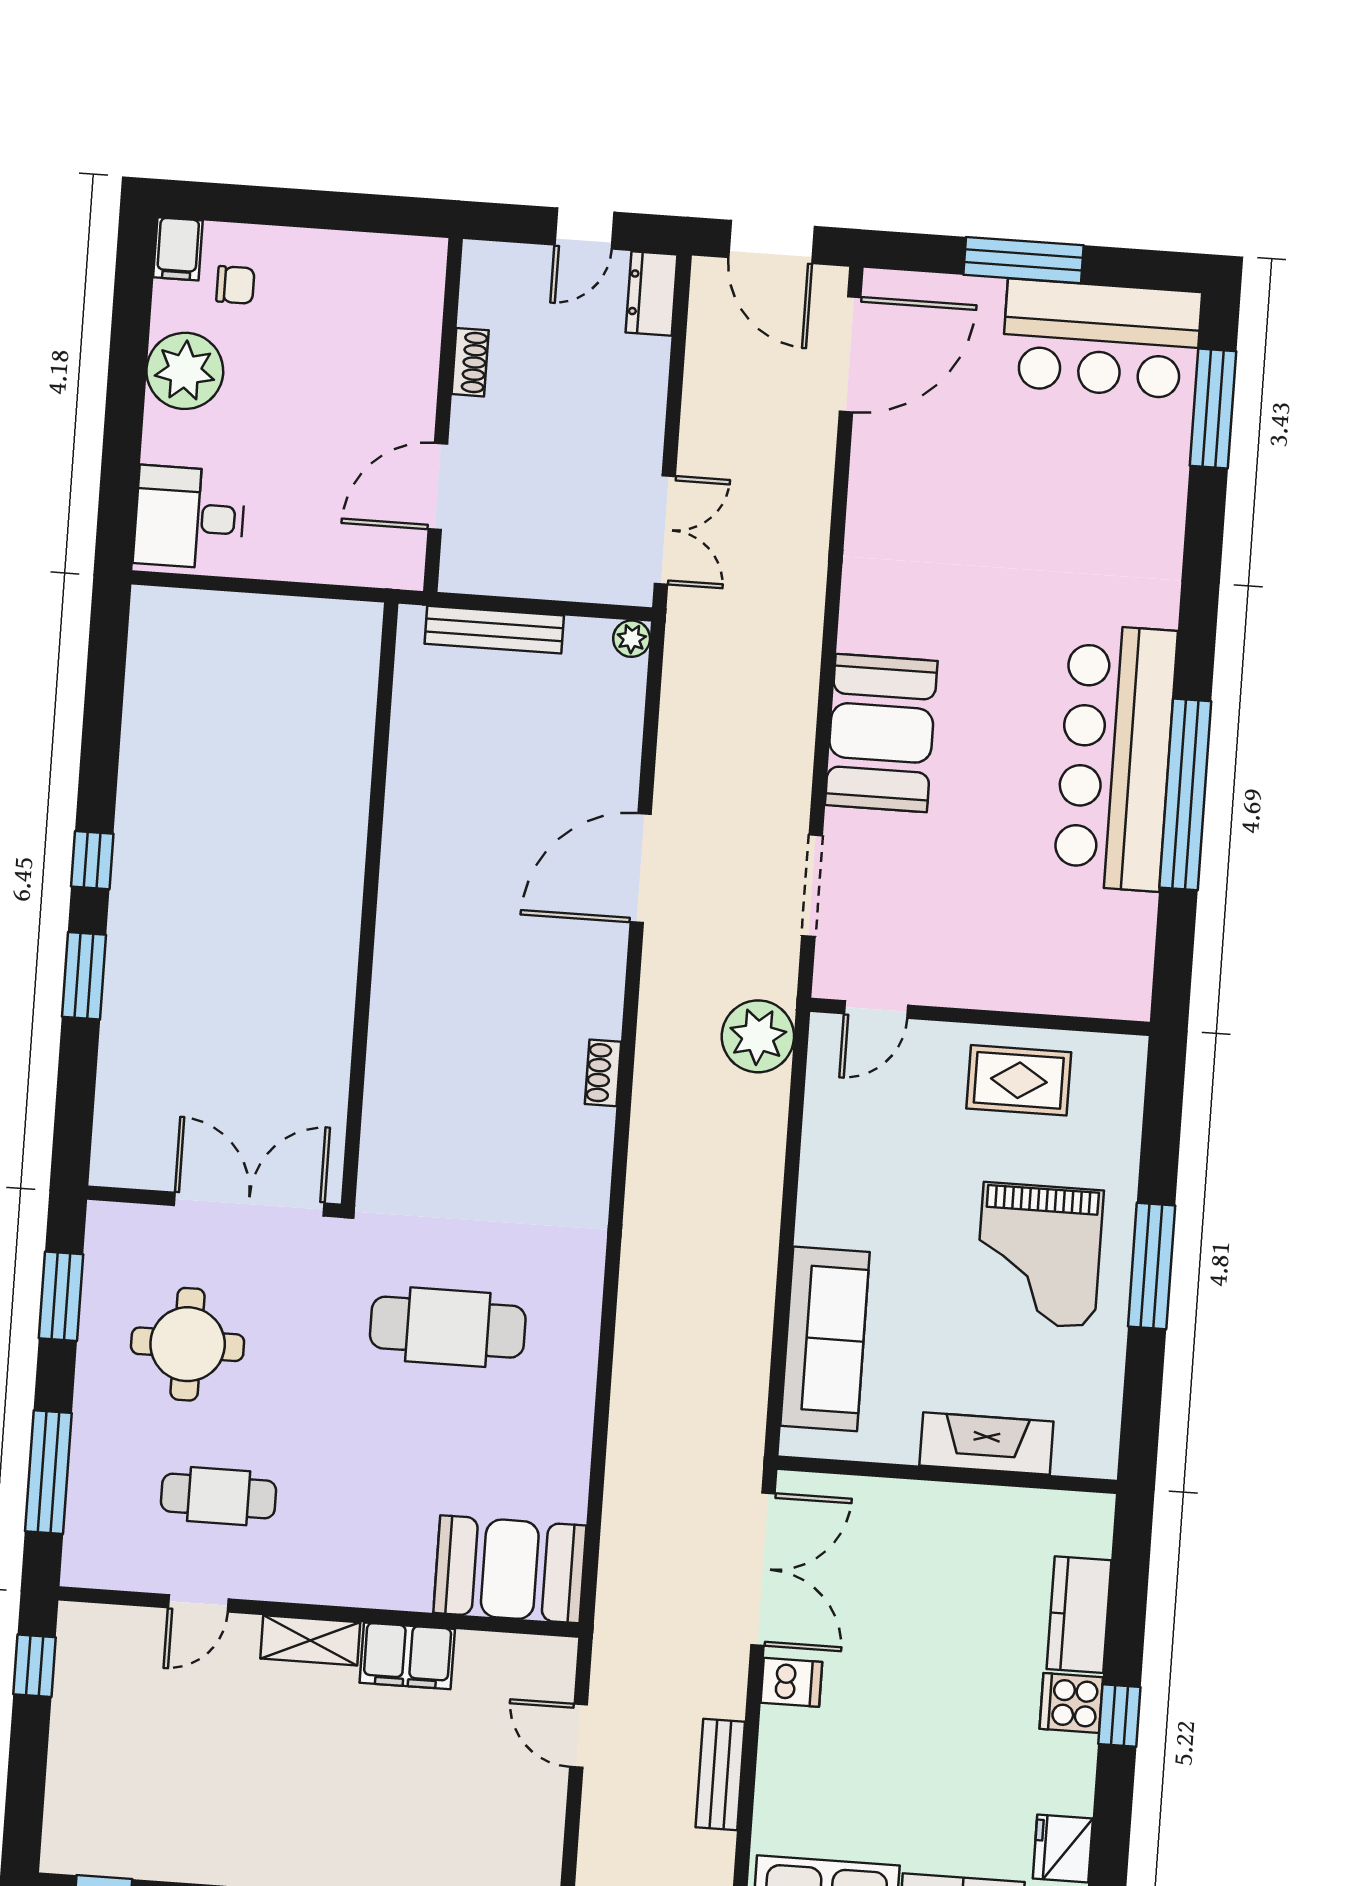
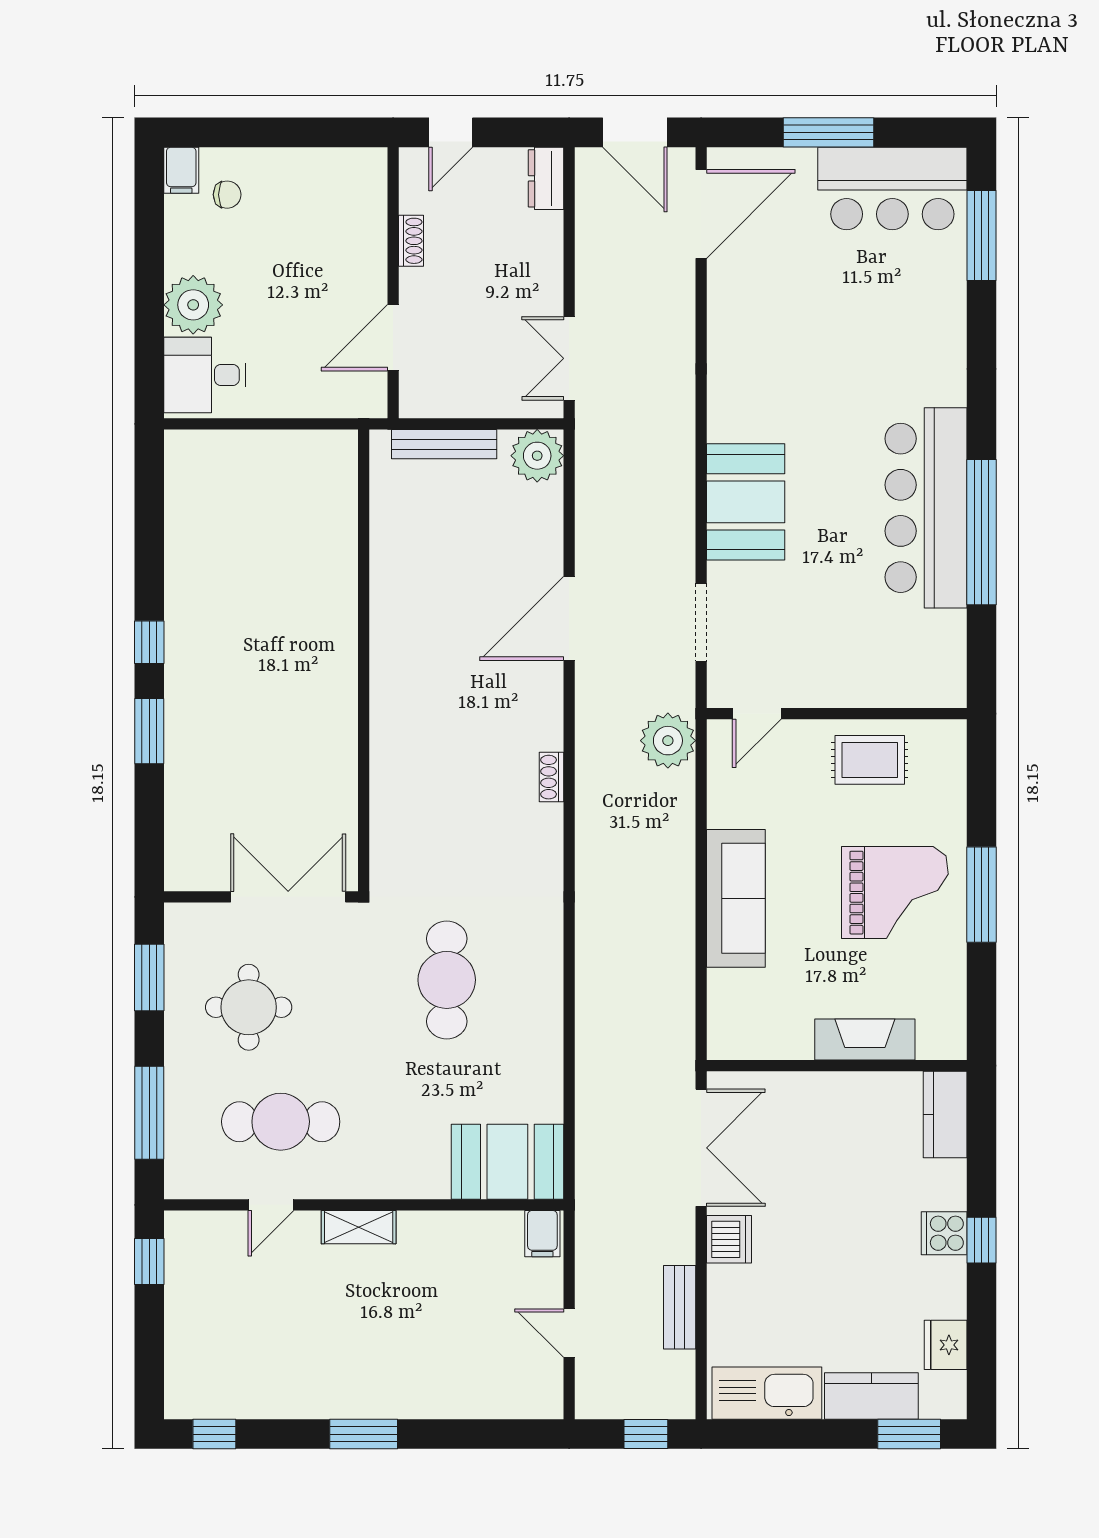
door: (584, 229) -> (451, 132), moved
plant: (185, 371) -> (193, 305), moved
double door: (665, 530) -> (569, 358), swing flipped
plant: (632, 639) -> (537, 456), width x1.87, depth x1.87
grand piano: (1039, 1255) -> (895, 893), turned -90
cafe table: (448, 1327) -> (447, 980), turned 90
sofa: (825, 1339) -> (736, 898), moved
cafe table: (219, 1496) -> (281, 1122), width x1.37, depth x1.35
kitchen counter: (1079, 1615) -> (945, 1114), moved
filing cabinet: (407, 1656) -> (542, 1234), moved, width x0.50
dishwasher: (791, 1682) -> (729, 1239), width x1.38
door: (578, 1736) -> (569, 1333), moved

